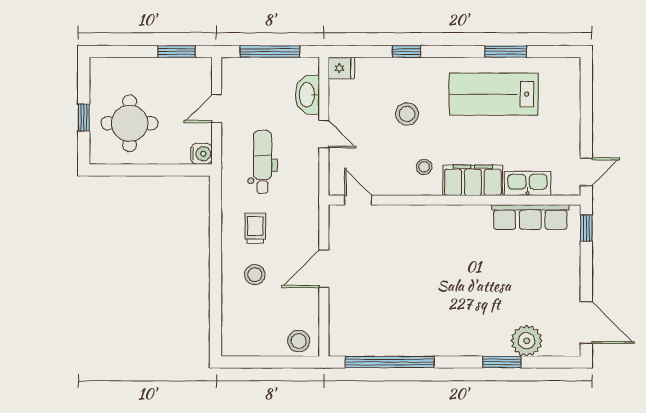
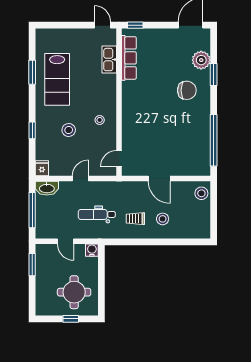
washbasin: (307, 95) -> (47, 188), moved
filing cabinet: (473, 180) -> (107, 92), removed
chair: (475, 316) -> (187, 90), added

